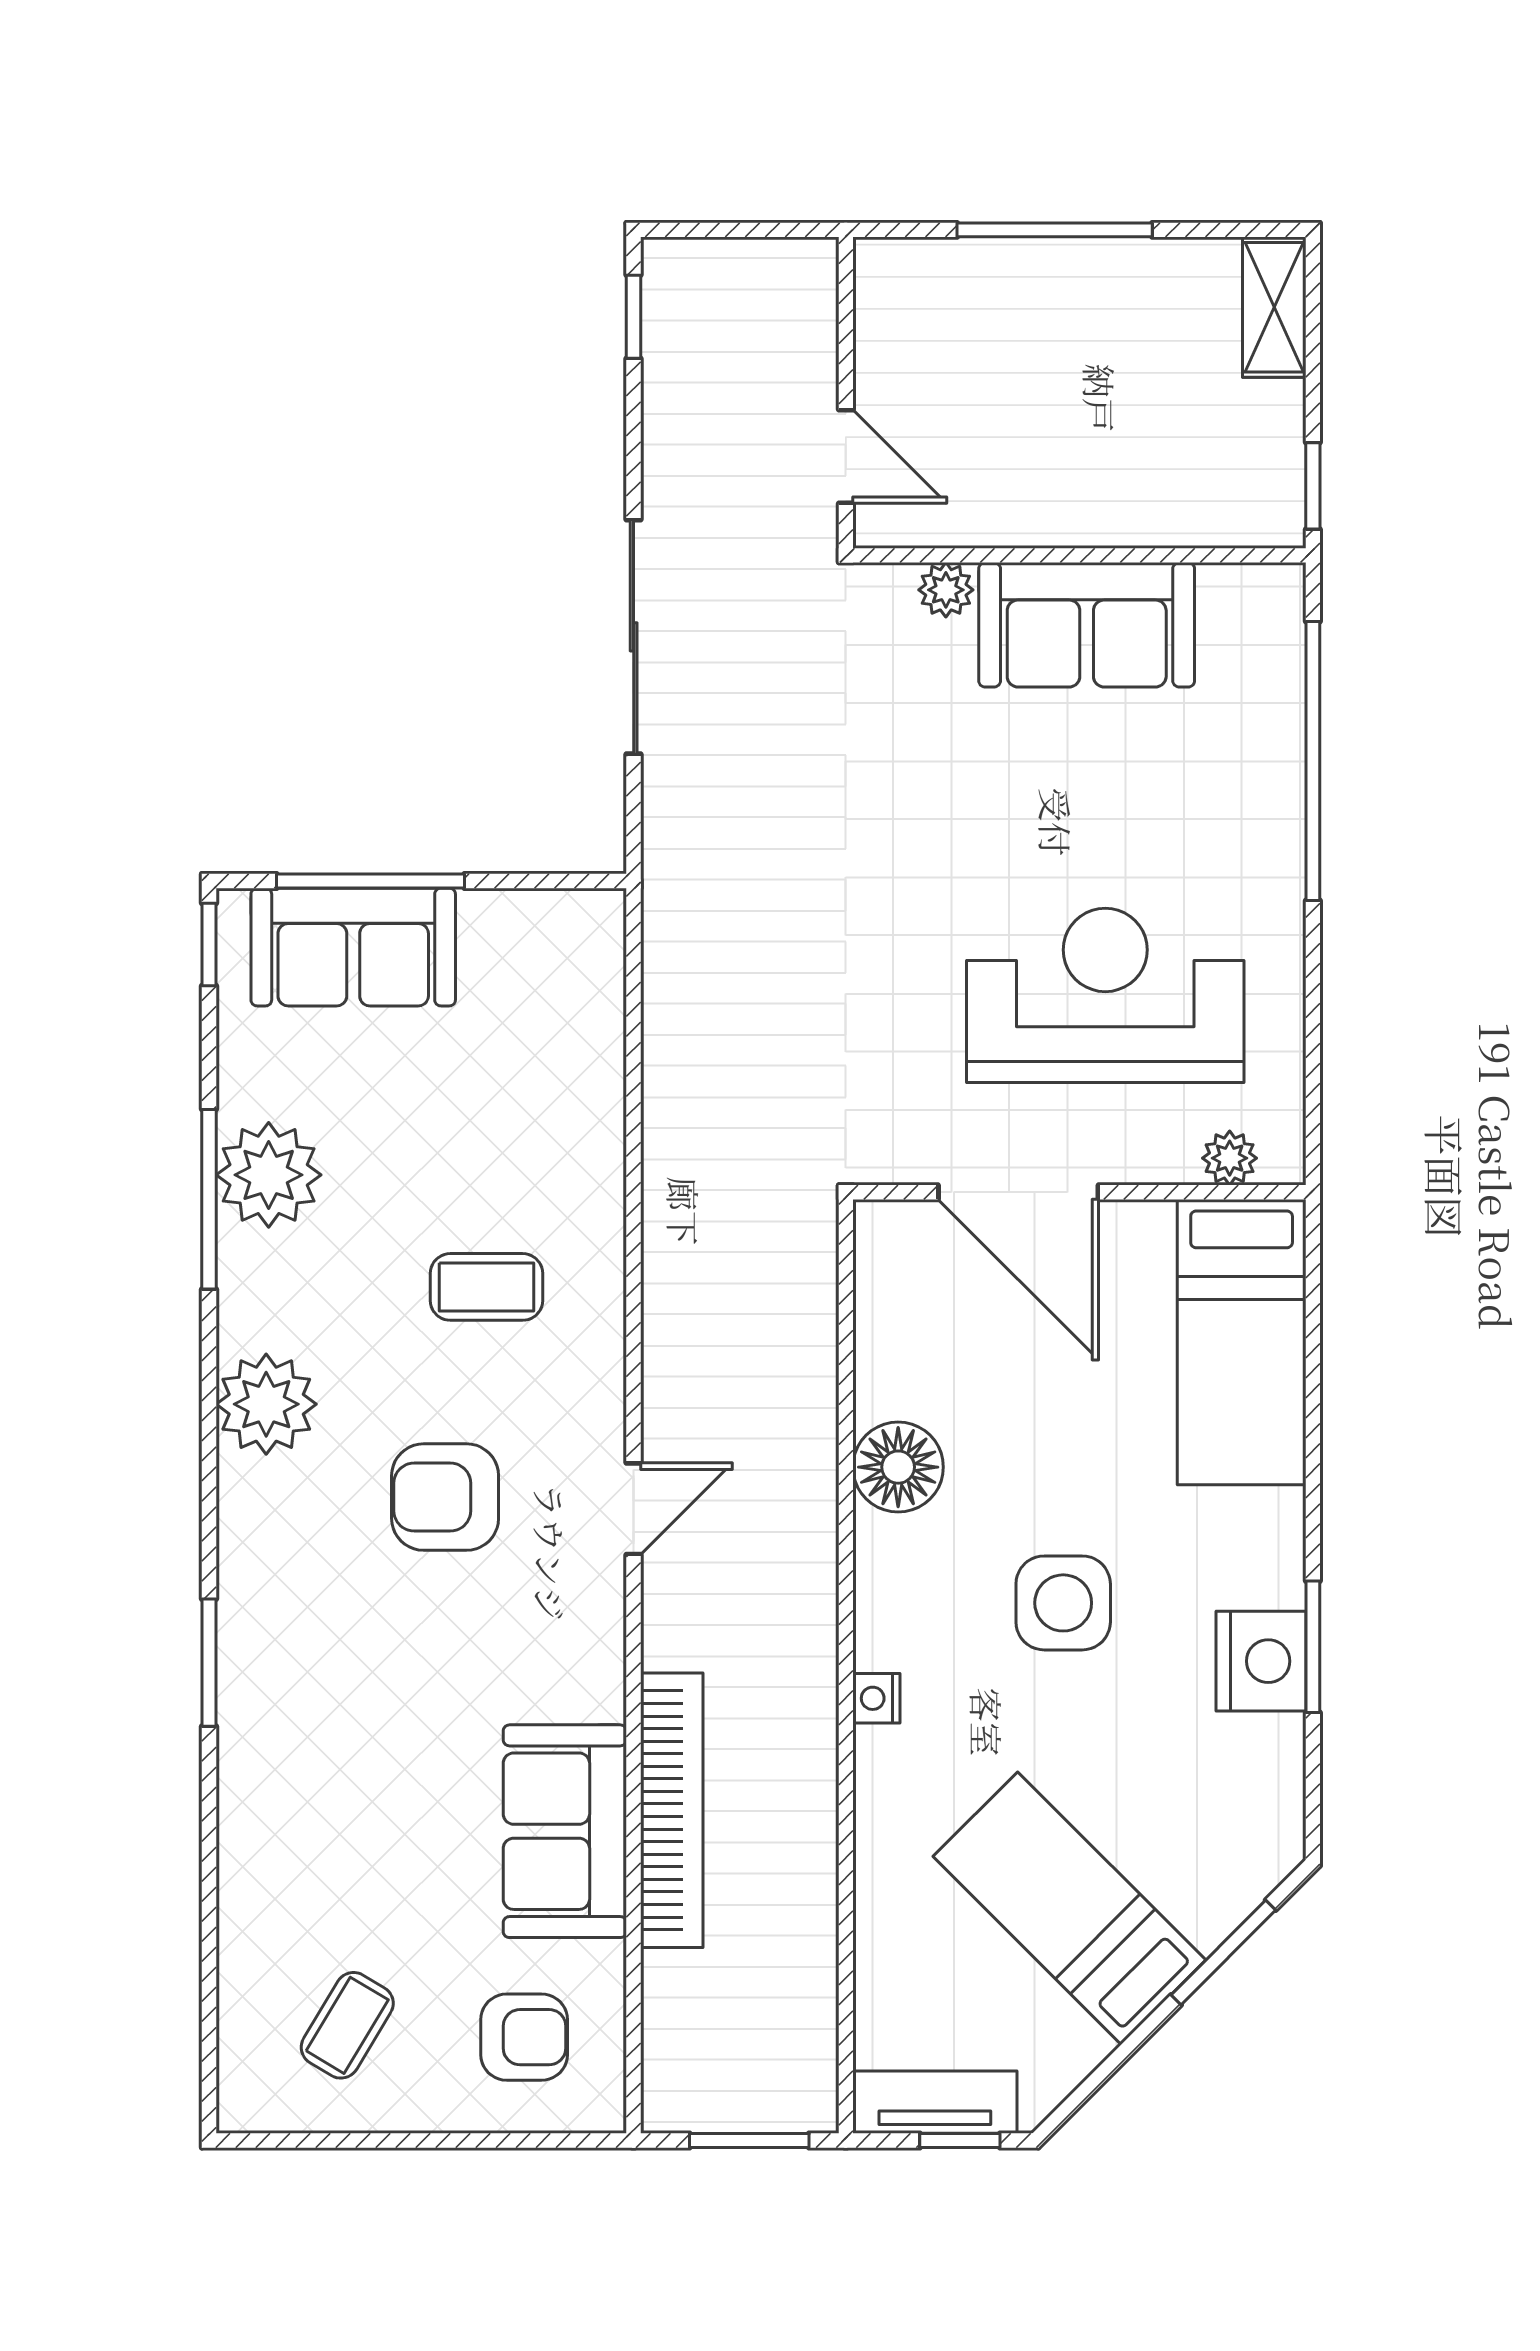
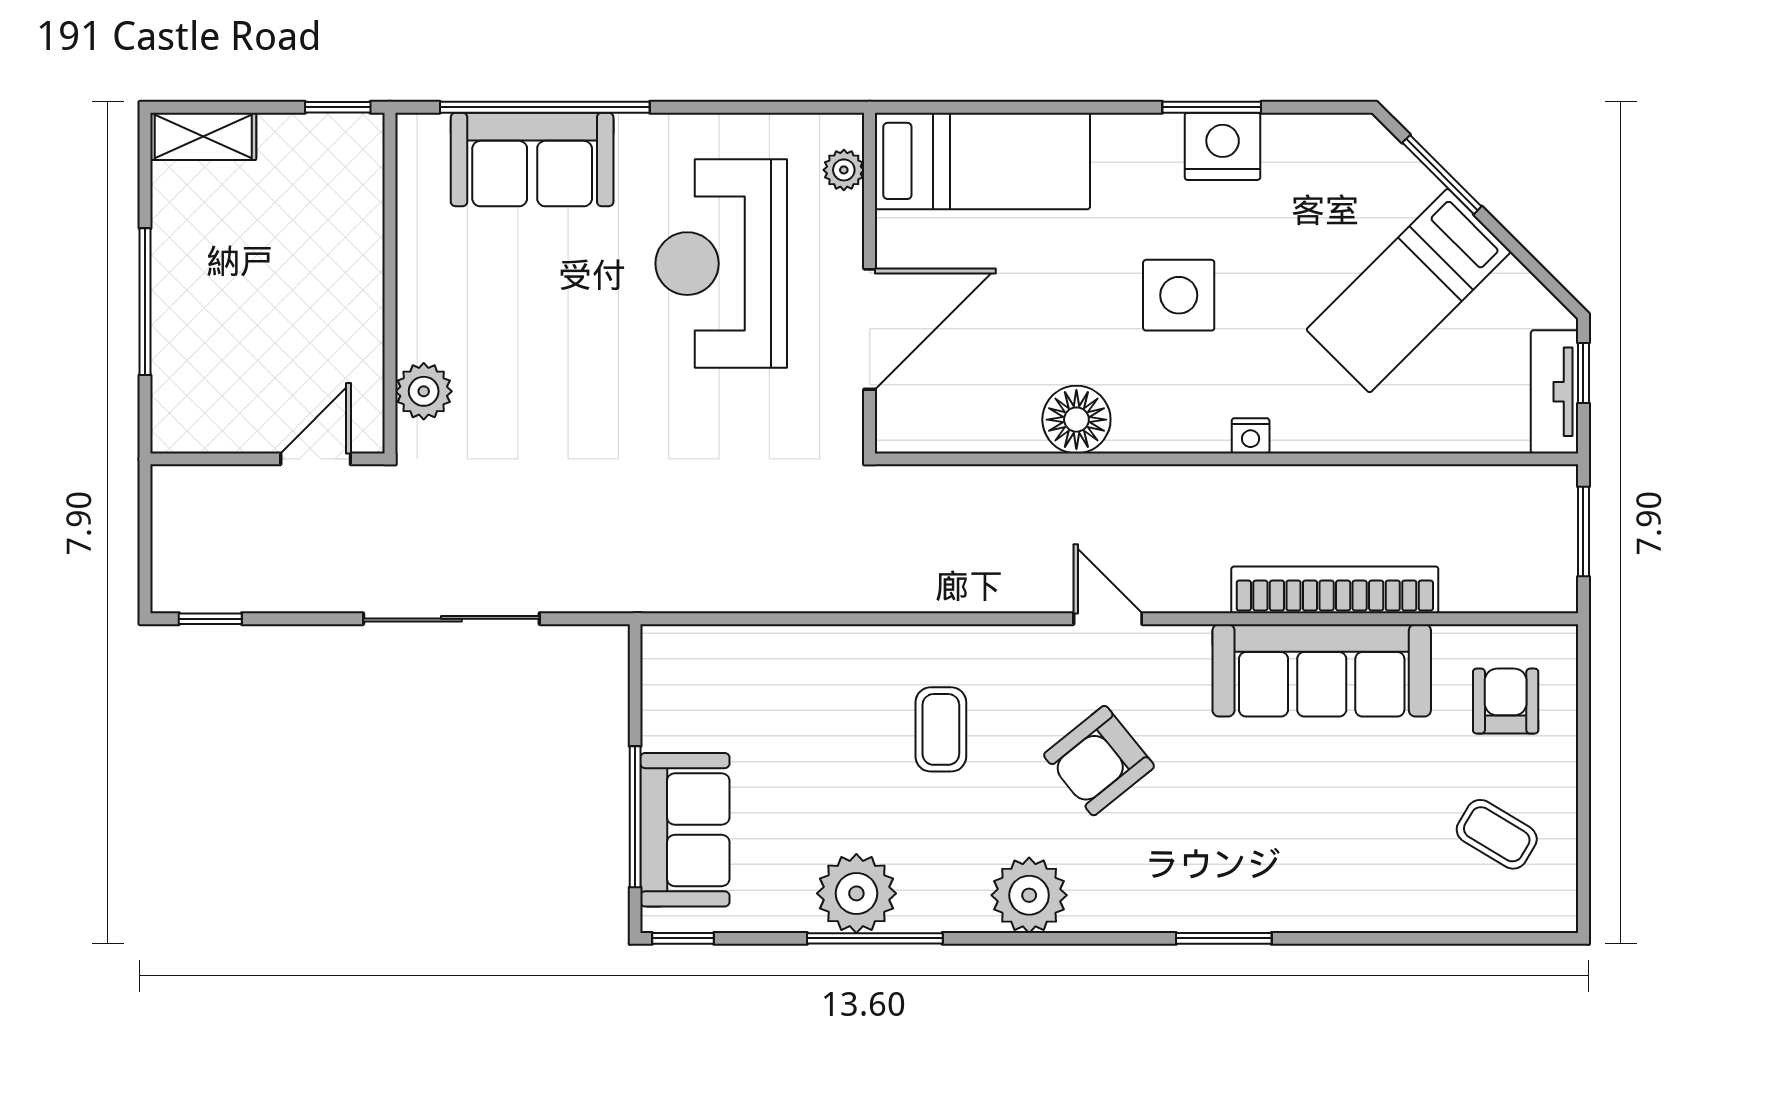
plant: (946, 590) -> (424, 391), width x1.38, depth x1.38
sofa: (1087, 625) -> (532, 159), moved, turned 90
armchair: (445, 1497) -> (1099, 761), turned 51
sofa: (565, 1831) -> (1322, 670), width x1.36

